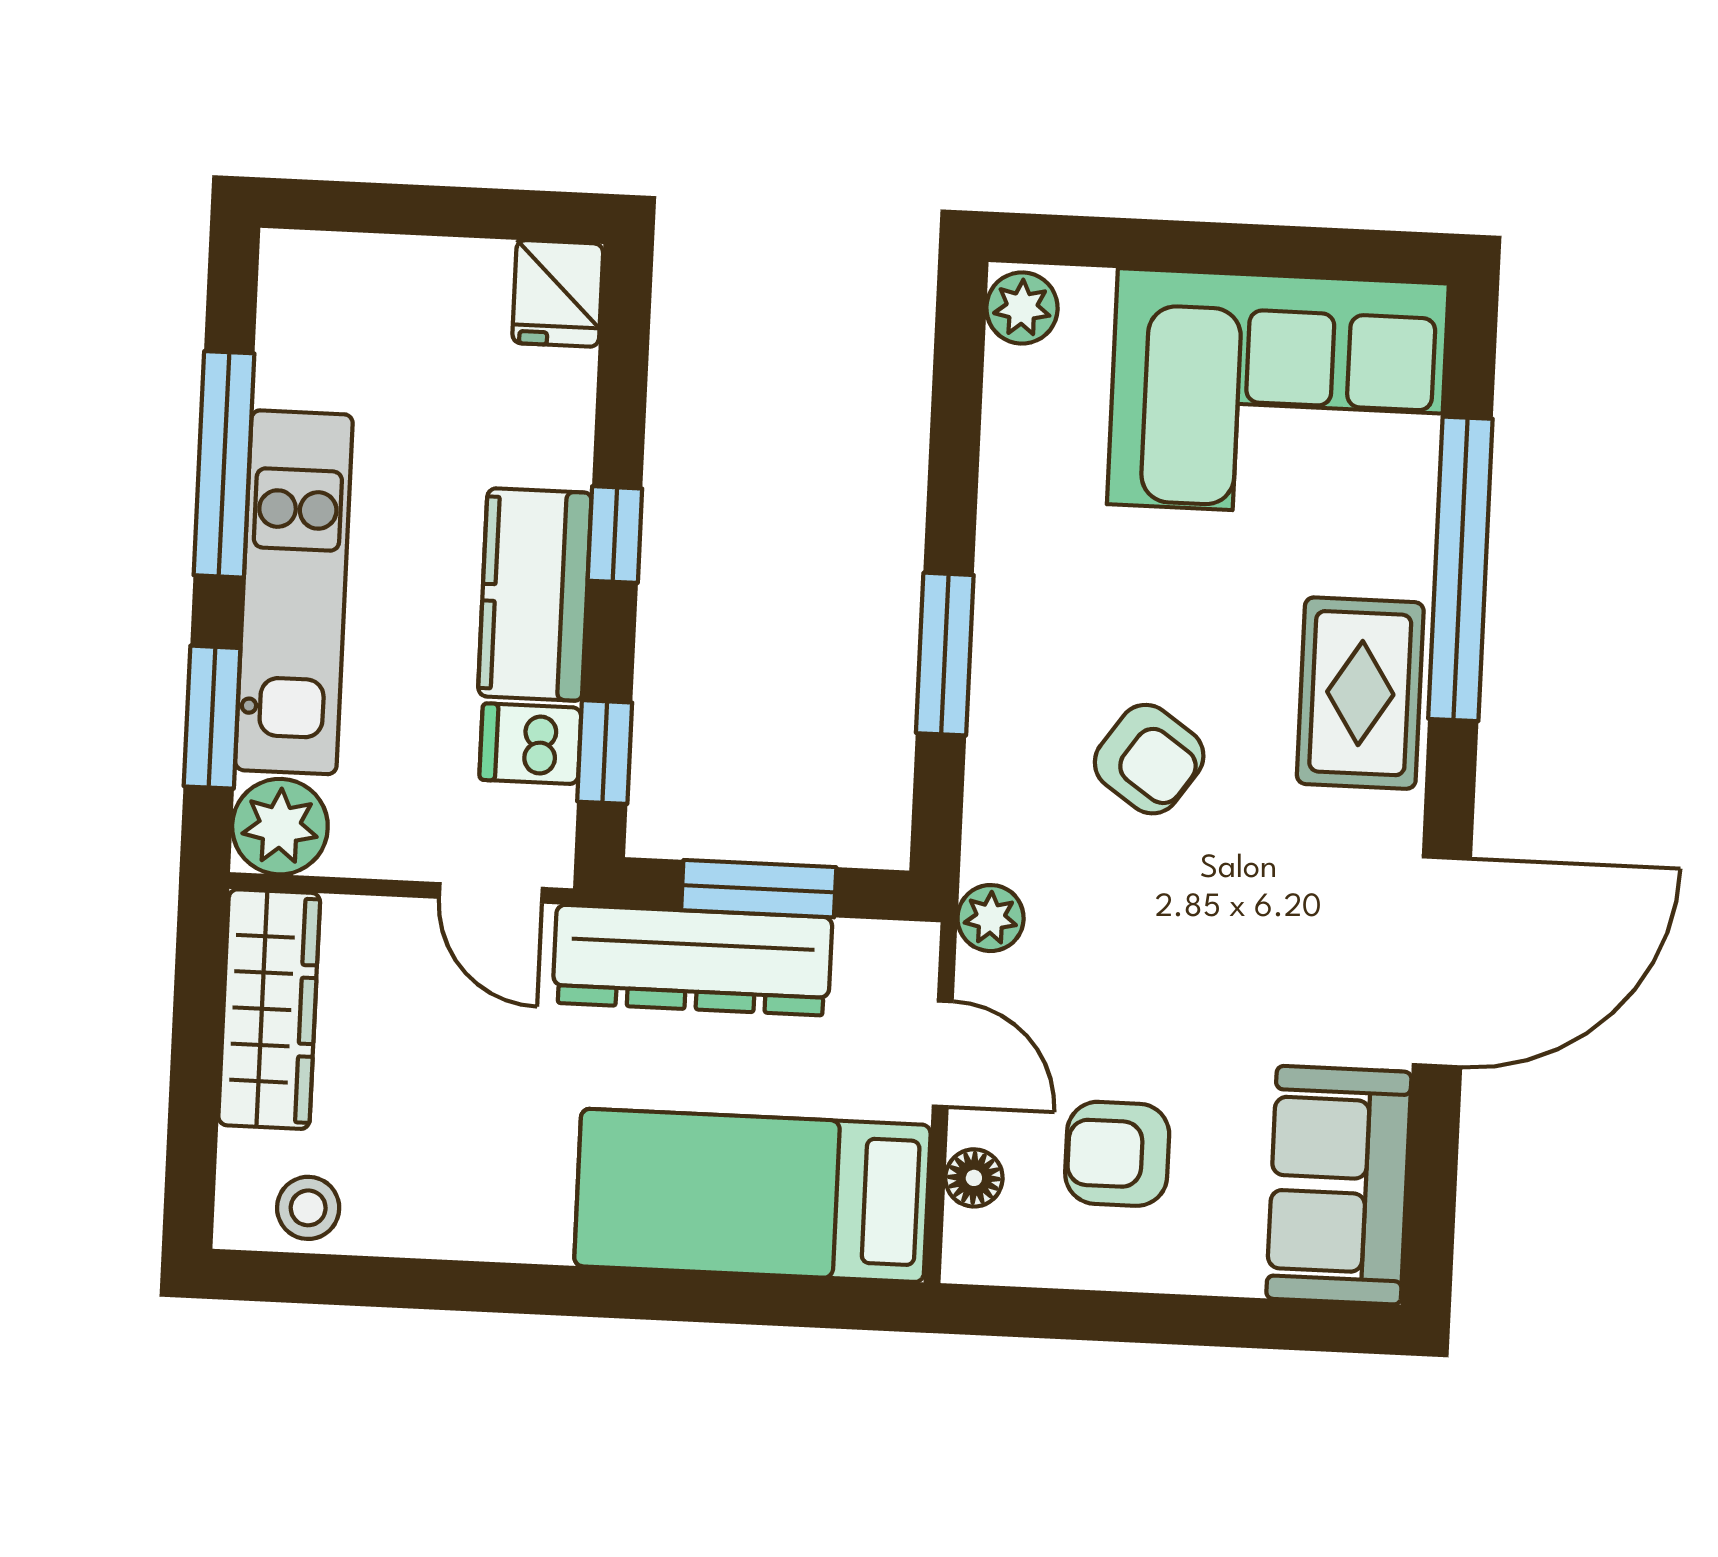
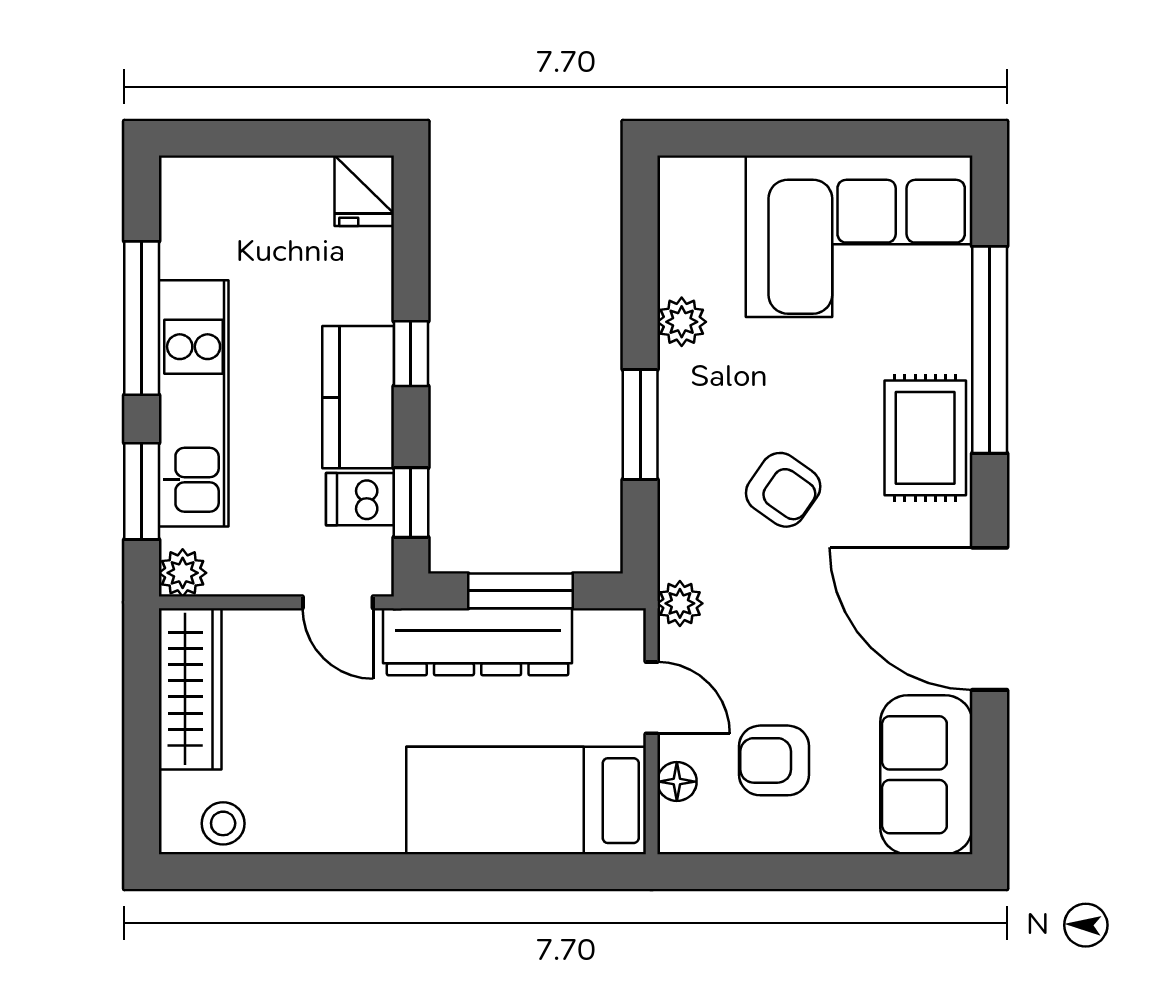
plant: (1022, 308) -> (682, 322), moved
plant: (280, 827) -> (183, 573), width x0.73, depth x0.73
door: (1442, 962) -> (990, 619), swing flipped

